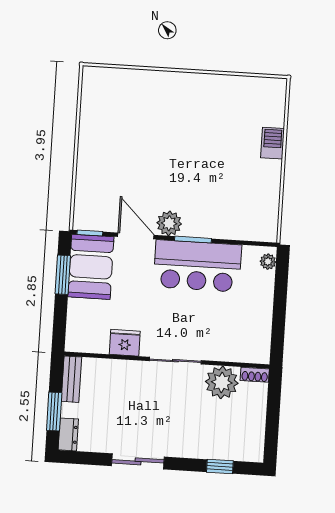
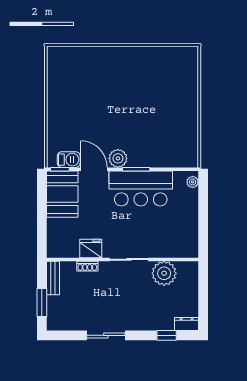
barbecue: (273, 143) -> (69, 160), moved, turned 90
window: (63, 275) -> (42, 201), removed
shoe rack: (255, 375) -> (87, 266), moved
dresser: (68, 434) -> (187, 324), moved, turned -90

